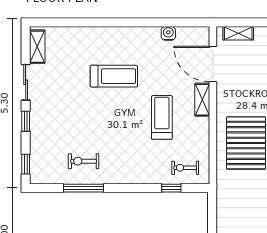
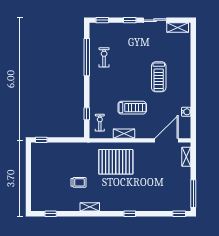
shelving: (202, 100) -> (124, 134), moved
window: (83, 188) -> (87, 57), width x1.46

